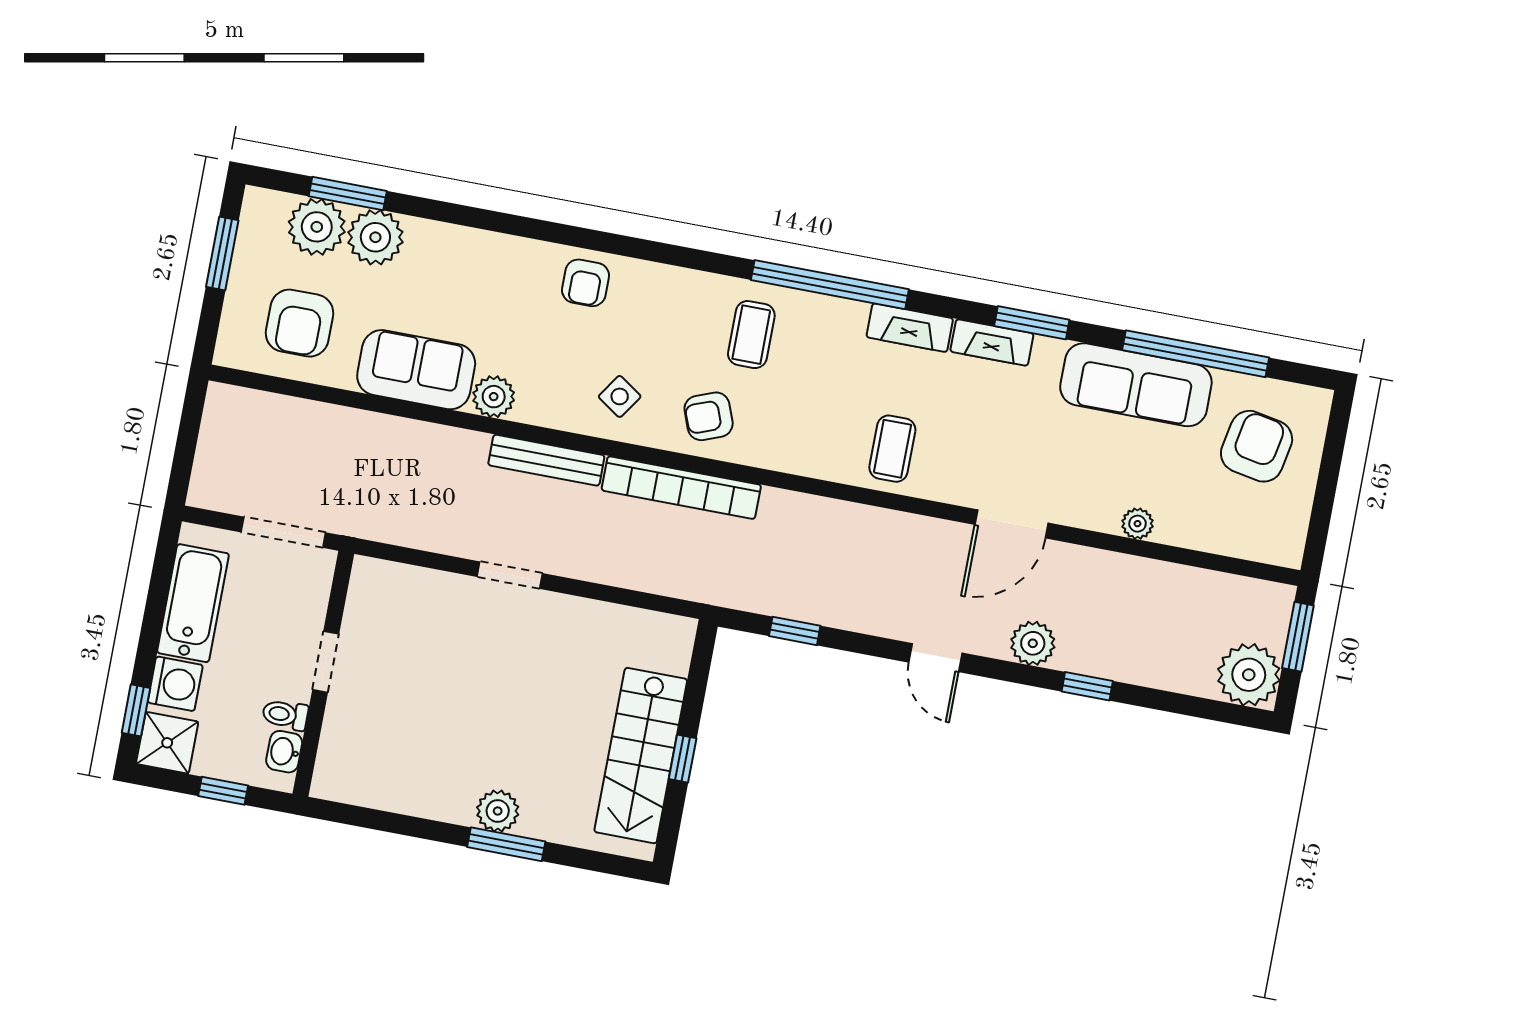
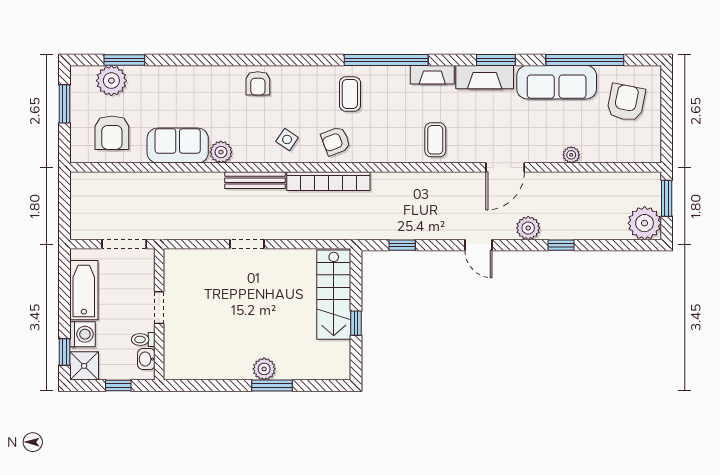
plant: (375, 237) -> (143, 80), removed
fireplace: (992, 342) -> (485, 77), width x1.37, depth x1.32
stairs: (641, 756) -> (334, 295), moved

